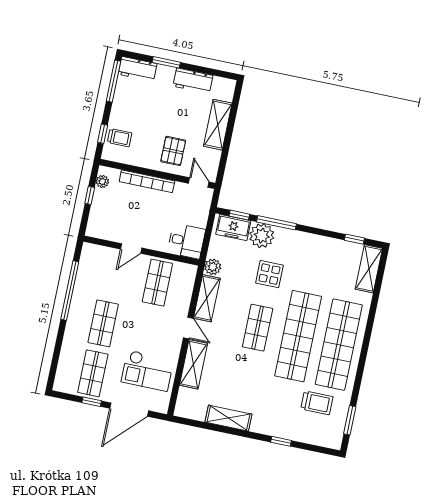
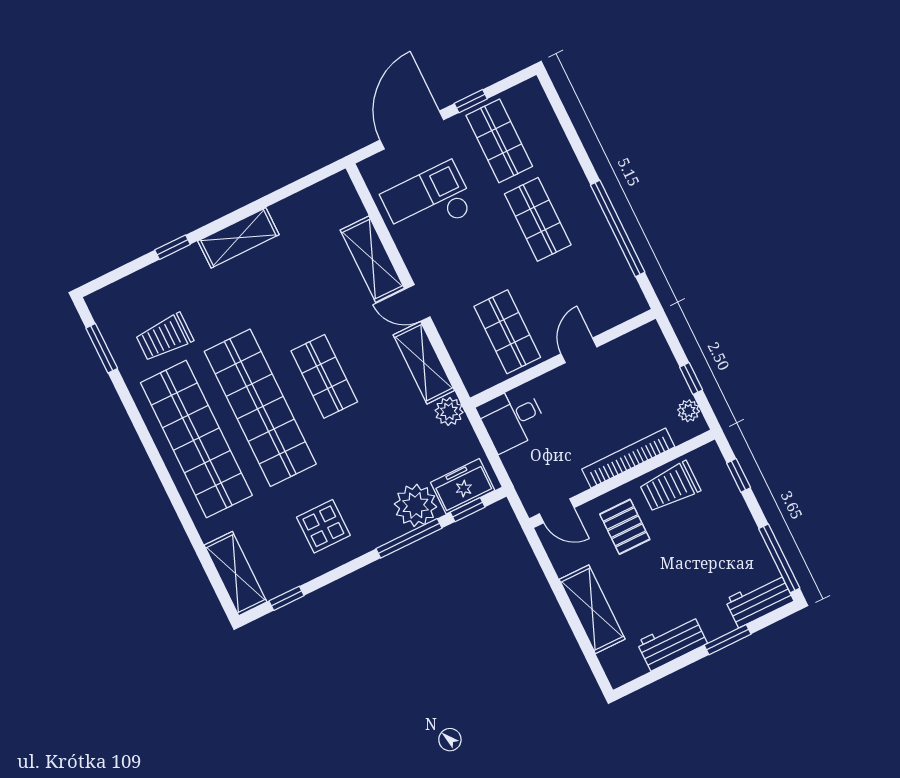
trolley: (120, 138) -> (670, 487), moved, width x1.36, depth x1.39
display table: (269, 274) -> (323, 526), moved
shelving: (228, 418) -> (238, 238), moved

